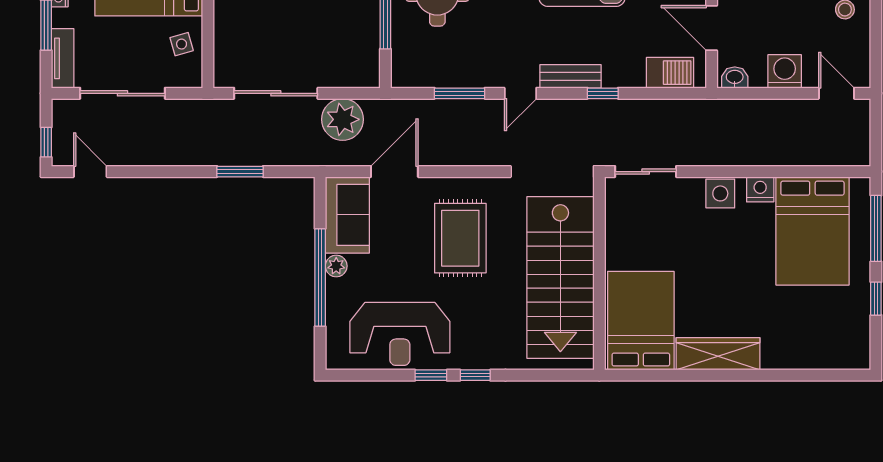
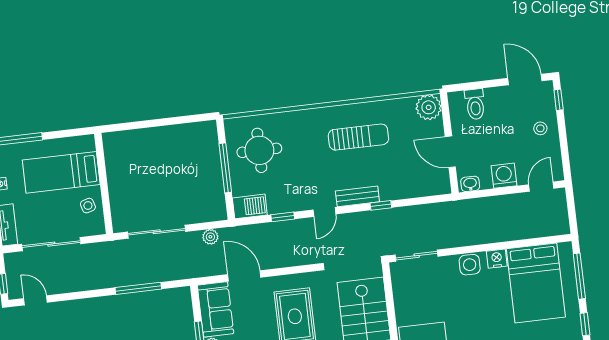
barbecue: (670, 73) -> (250, 206), moved
window: (460, 93) -> (283, 217), width x0.67
door: (836, 93) -> (541, 187), hinge flipped
plant: (343, 119) -> (210, 237), width x0.53, depth x0.53
window: (240, 172) -> (138, 288), width x1.44
door: (394, 172) -> (244, 276), hinge flipped

